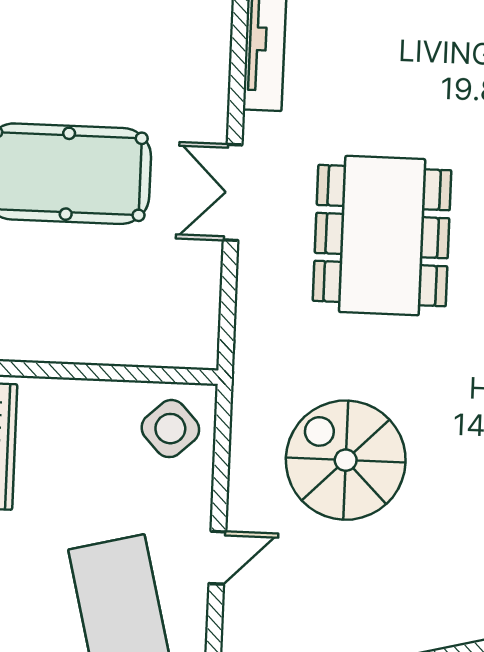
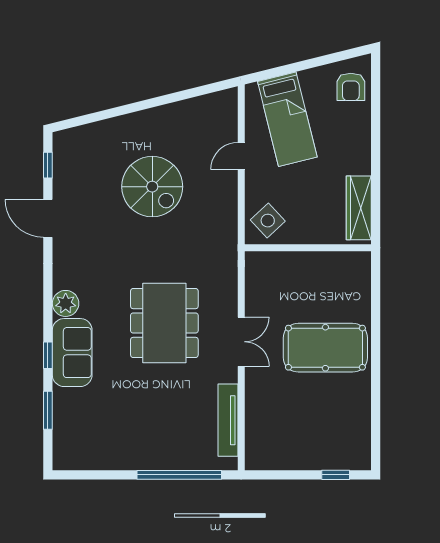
spiral stairs: (346, 460) -> (152, 187), moved

